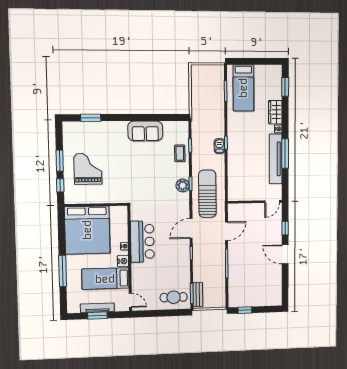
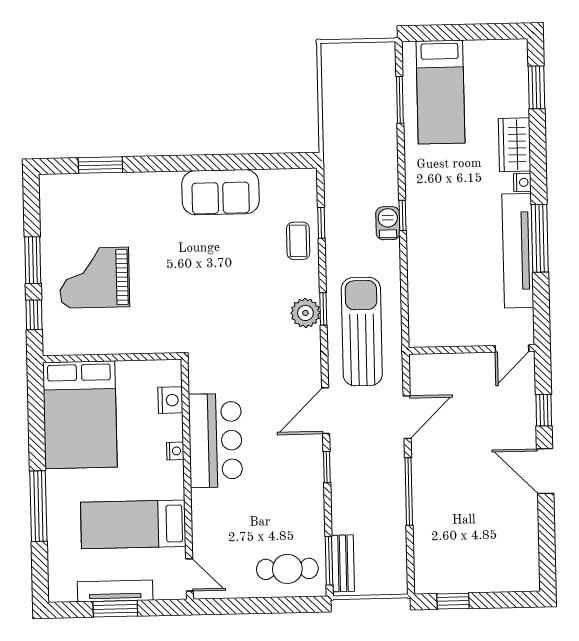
grand piano: (88, 169) -> (94, 278), turned -90
bed: (87, 230) -> (80, 415), width x0.73
nightstand: (123, 261) -> (170, 400), moved

